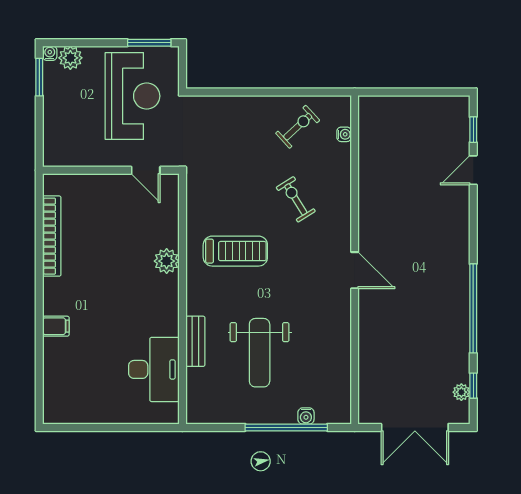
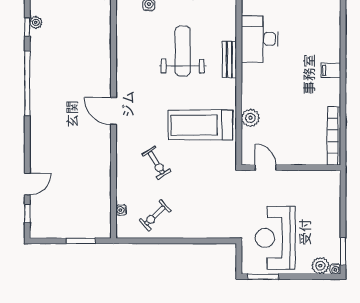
window: (400, 92) -> (81, 241), added
wall: (111, 170) -> (291, 168), moved
door: (146, 170) -> (266, 168), moved
treadmill: (235, 251) -> (200, 125), width x1.37, depth x1.38

